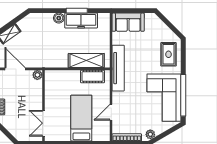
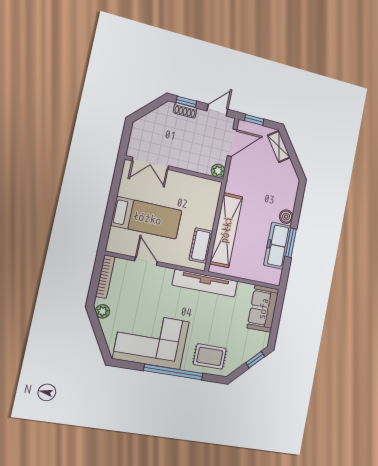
window: (165, 21) -> (255, 360), added
shelving: (86, 61) -> (226, 230), width x1.47
window: (183, 95) -> (173, 372), moved
double door: (43, 123) -> (150, 163), swing flipped

